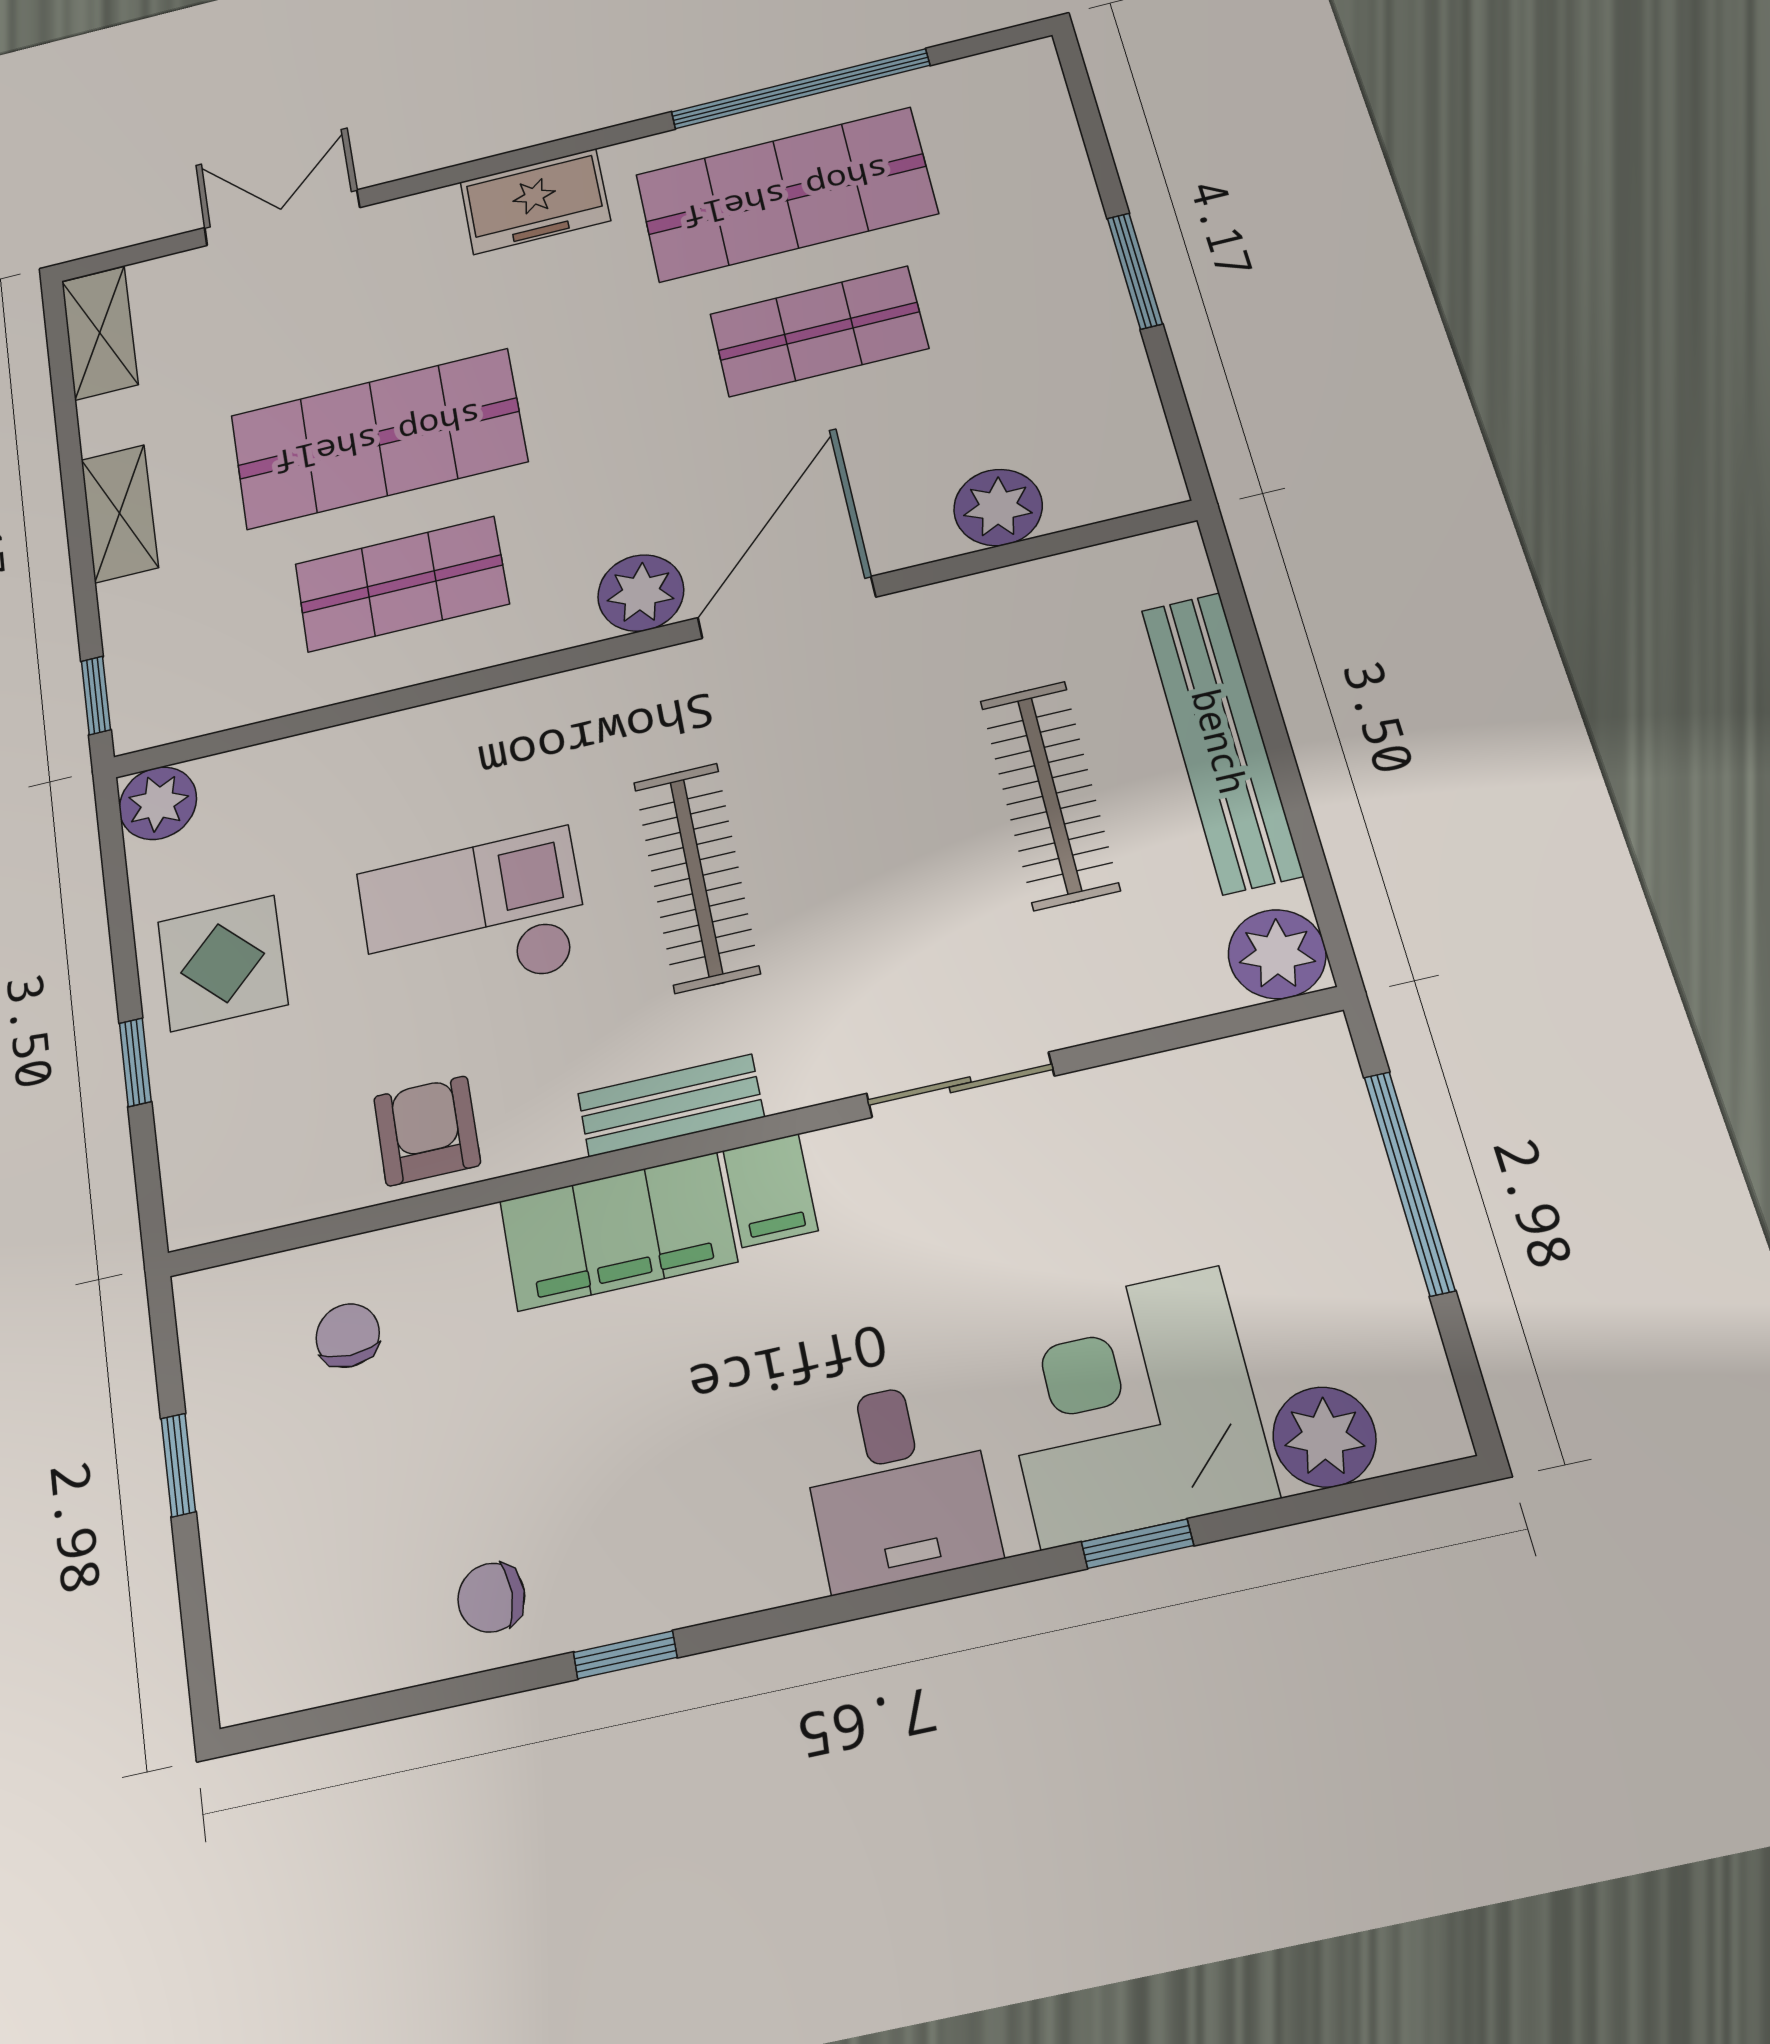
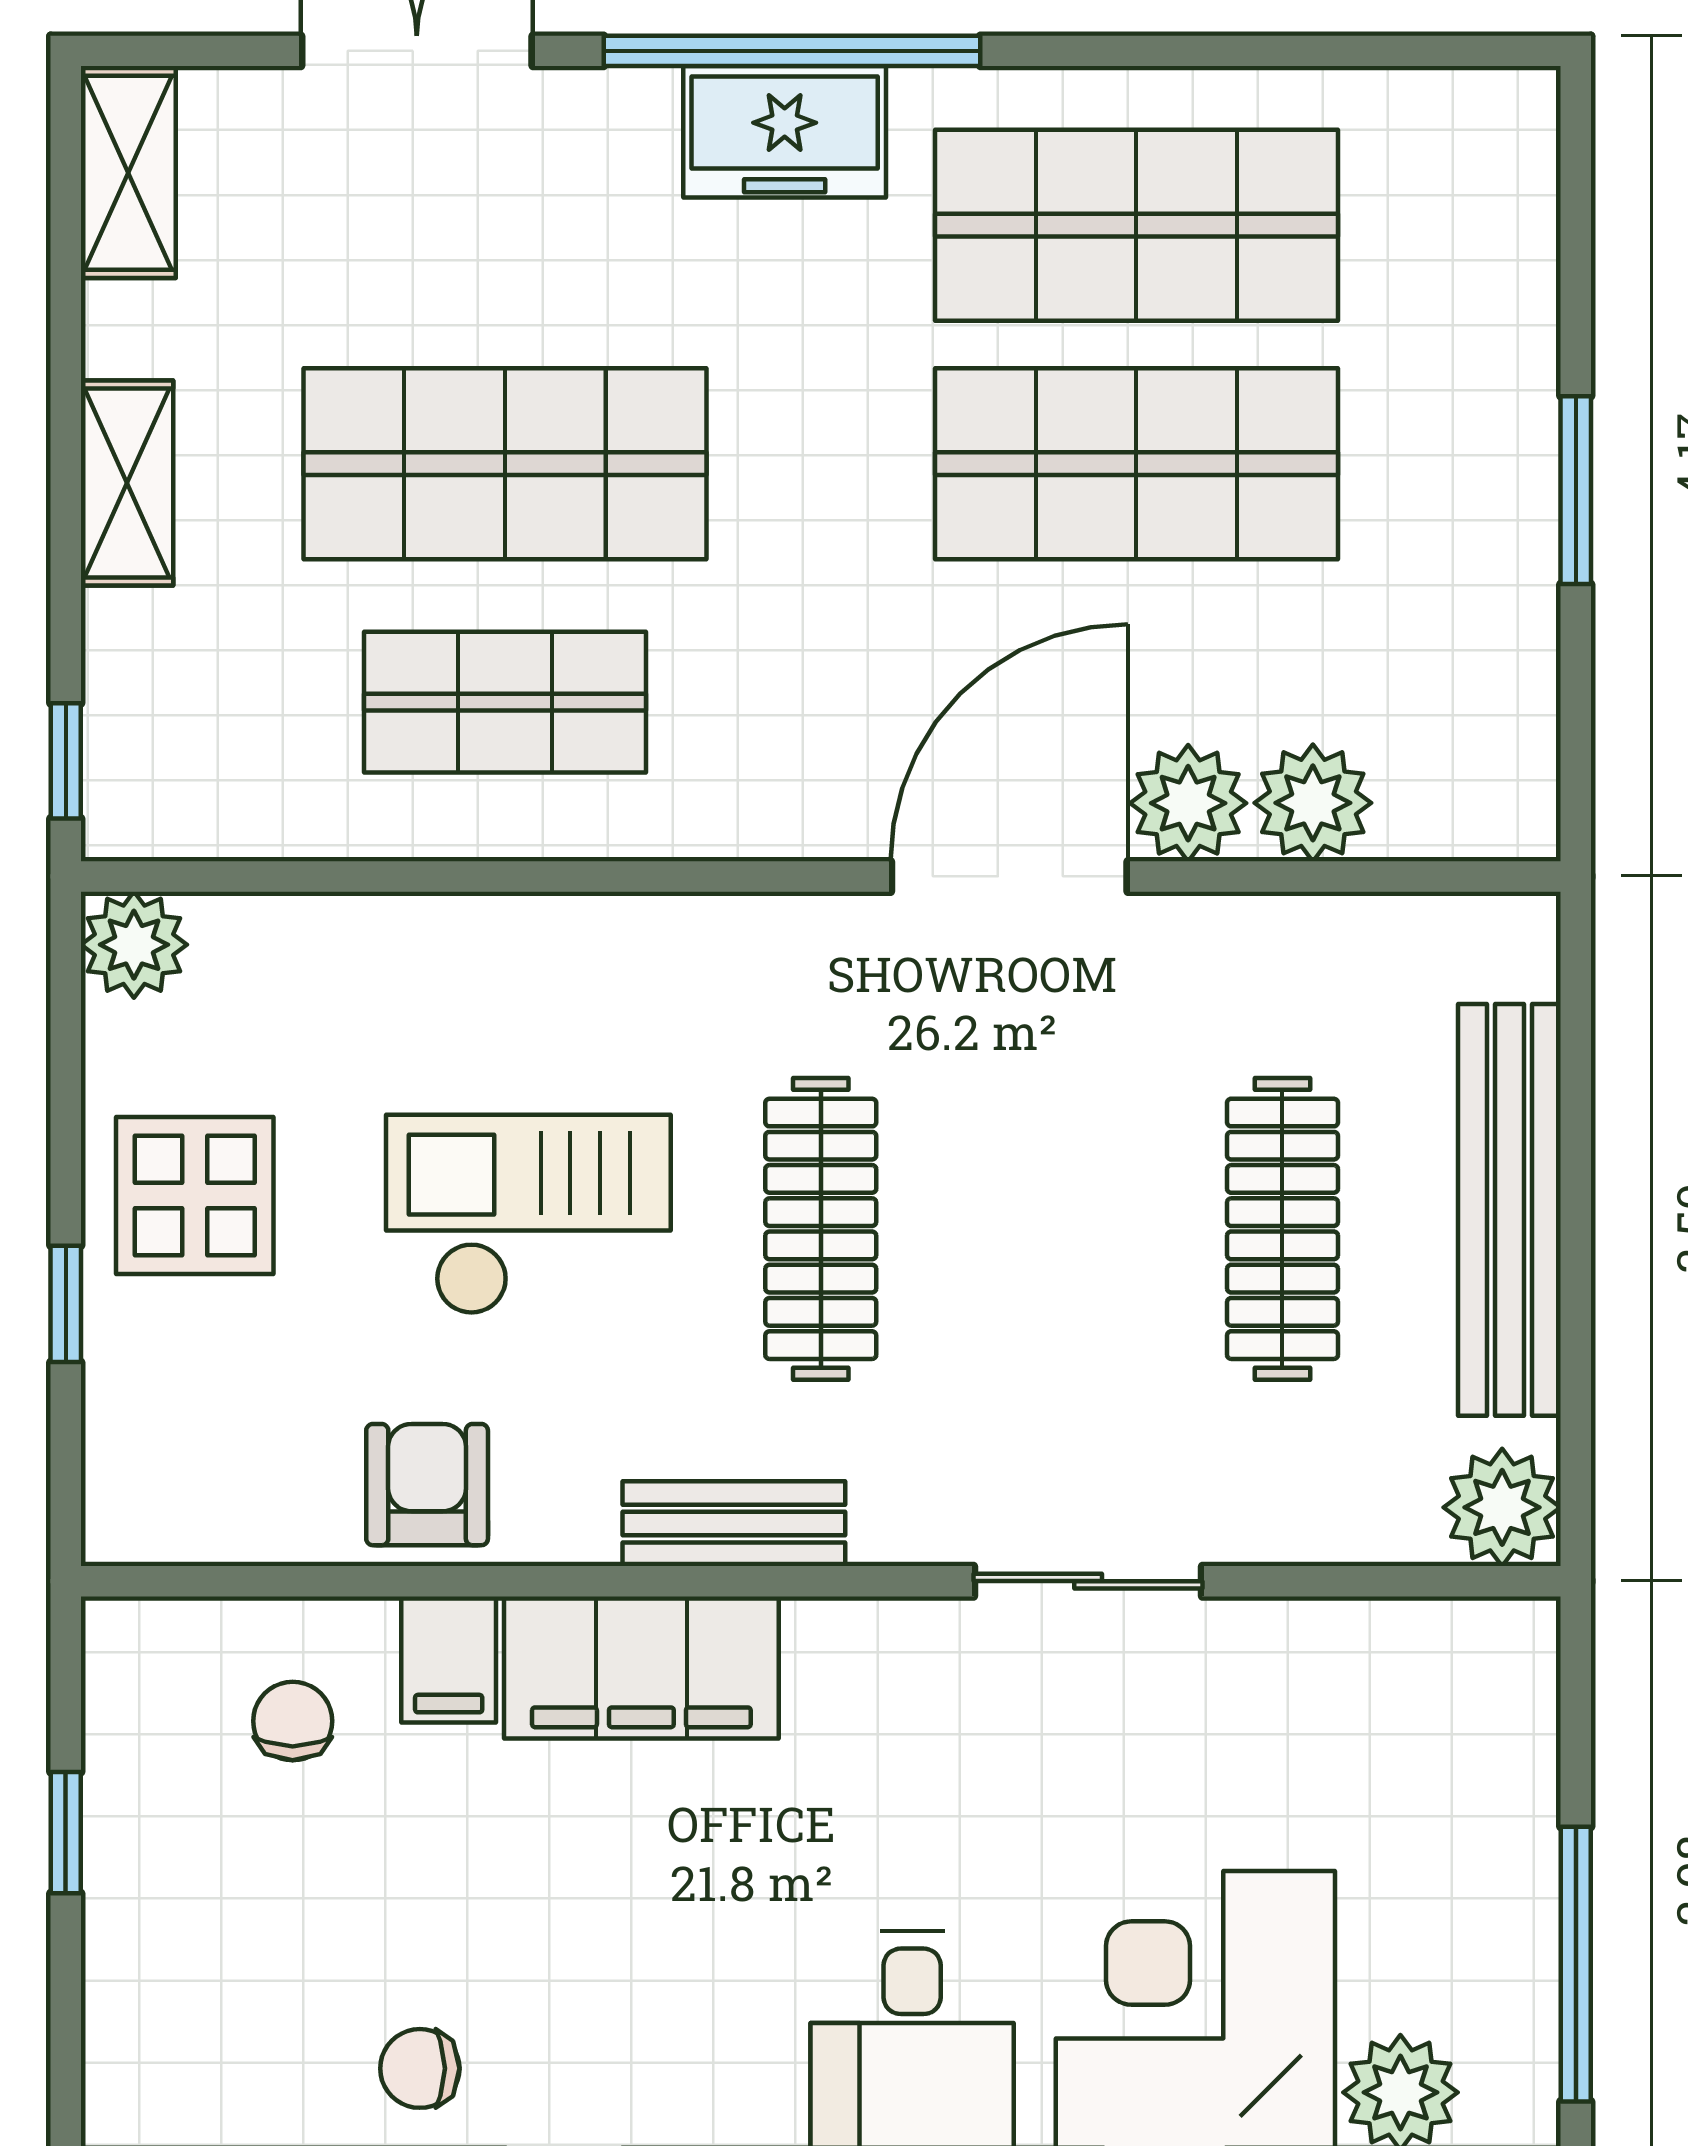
window: (800, 89) -> (792, 51), moved
shop shelf: (819, 331) -> (1136, 464), width x1.43, depth x1.36
plant: (641, 593) -> (1188, 803), moved
window: (1409, 1183) -> (1576, 1964), moved
filing cabinet: (770, 1190) -> (449, 1659), moved

